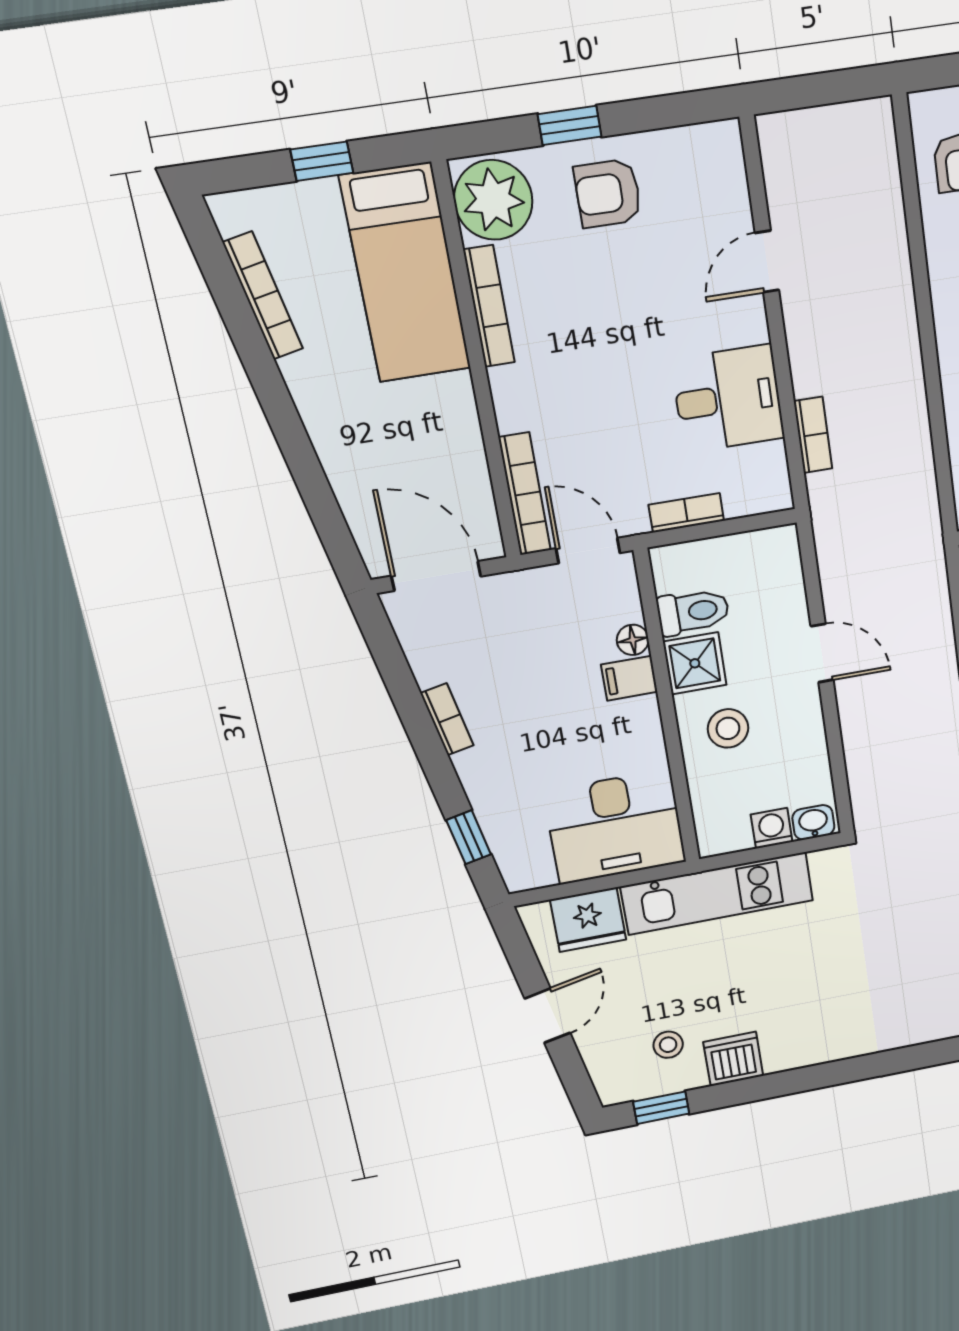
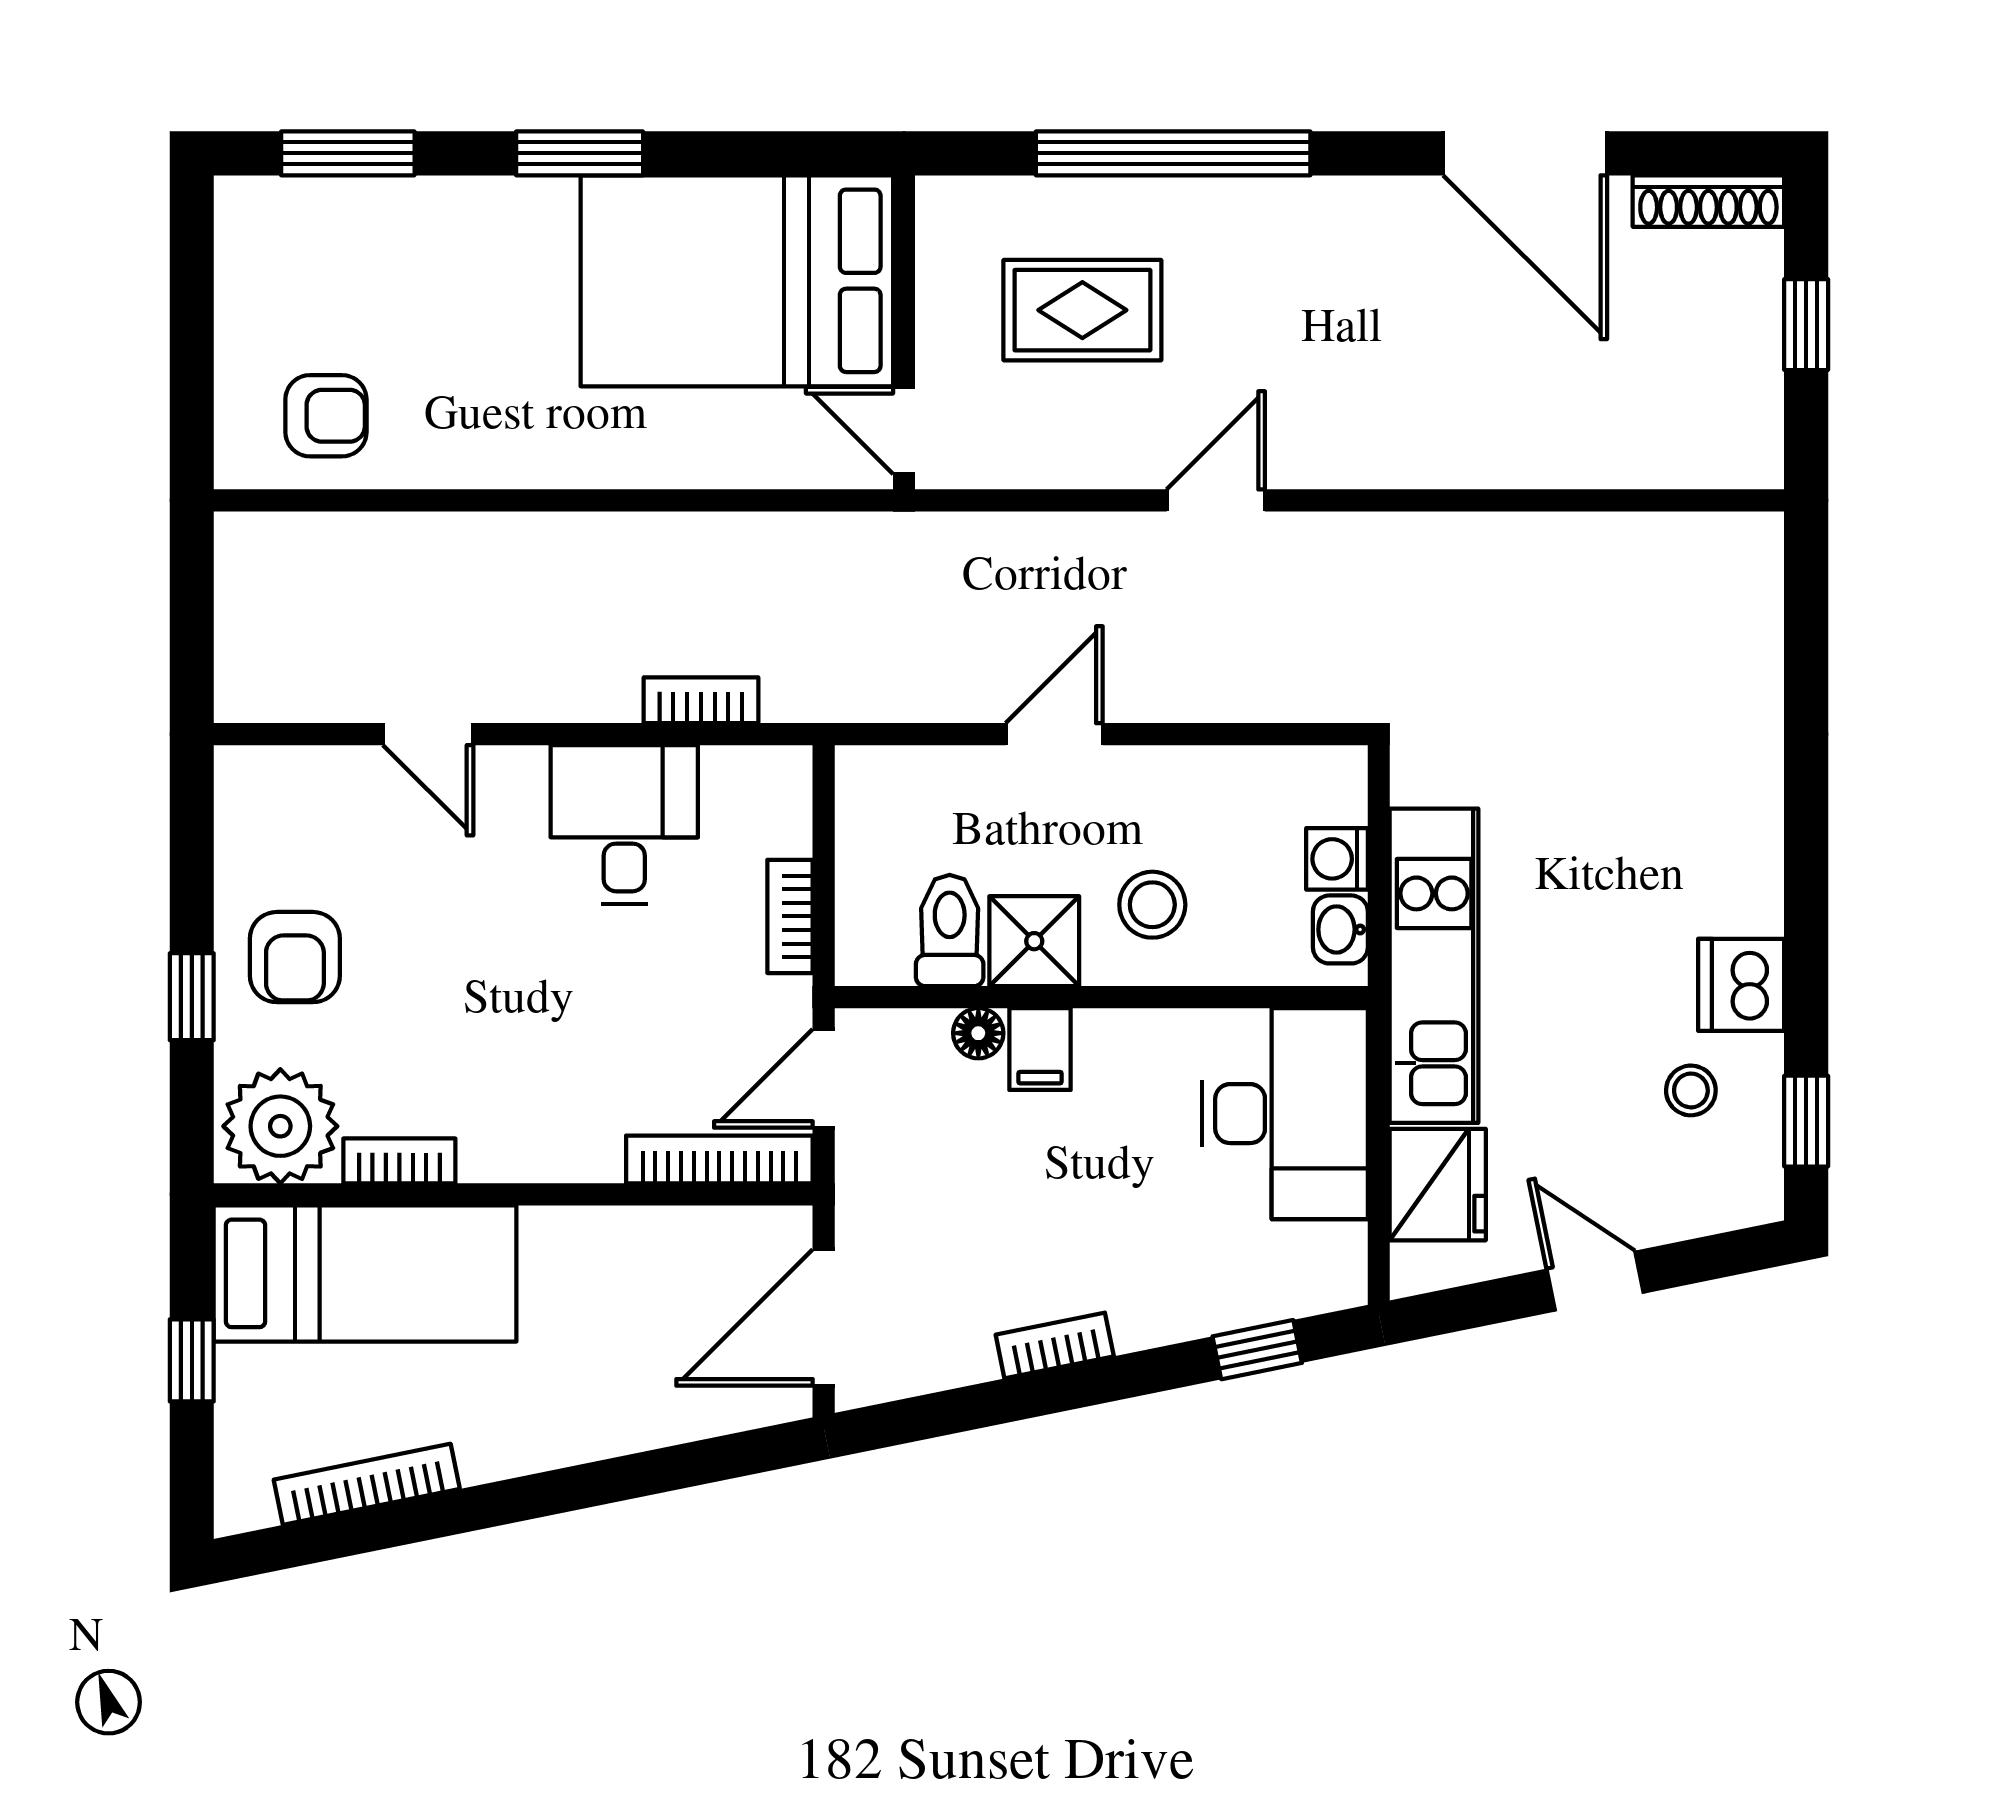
bookcase: (489, 306) -> (399, 1161), width x0.64
washbasin: (813, 822) -> (1340, 929), moved

